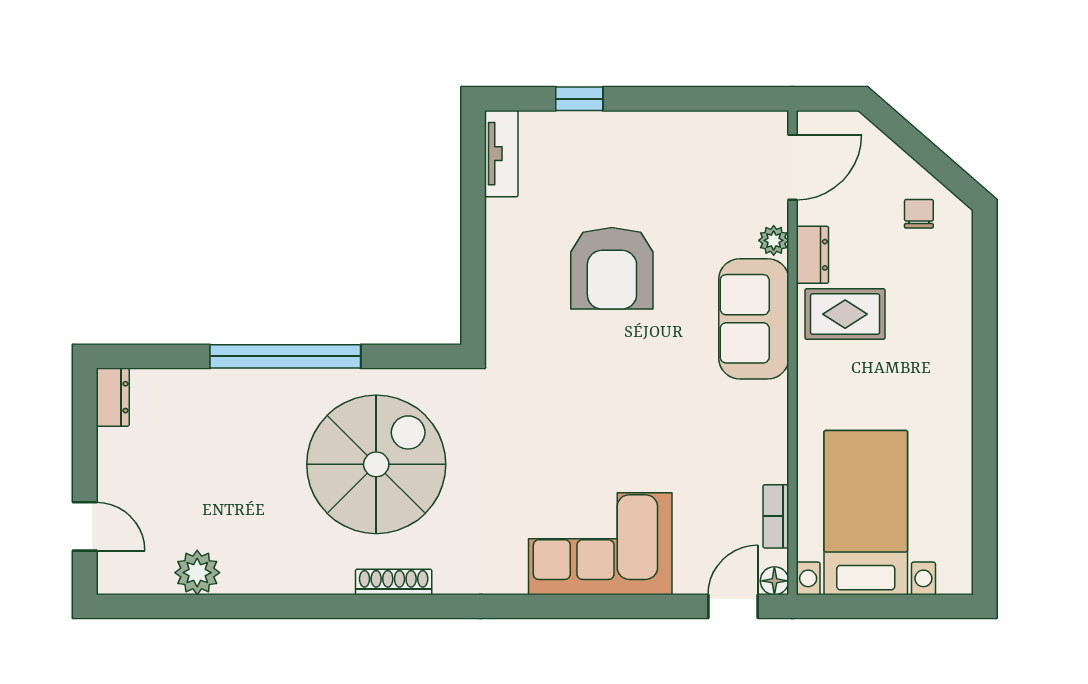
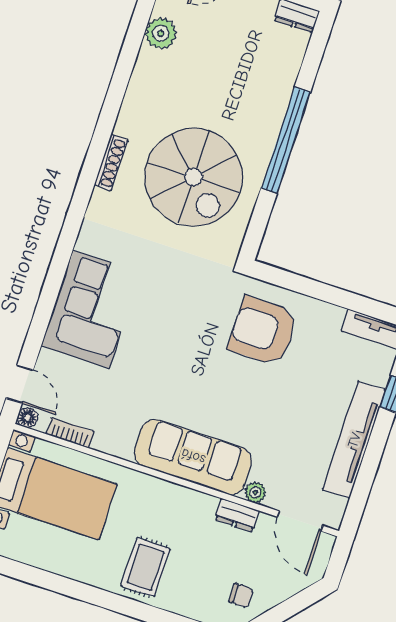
tv unit: (659, 131) -> (354, 440), added
armchair: (612, 268) -> (263, 331), moved
rug: (845, 314) -> (146, 567), moved
sofa: (754, 319) -> (193, 457), width x1.36

